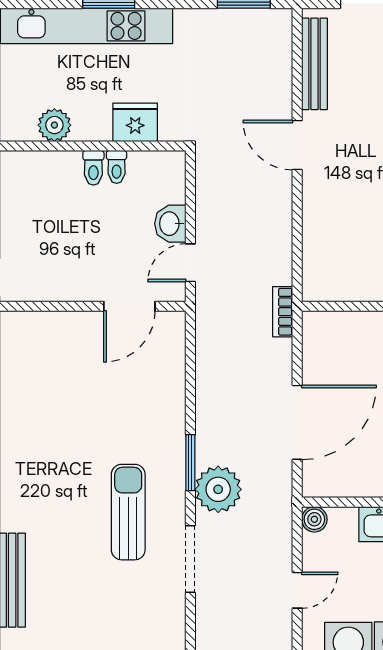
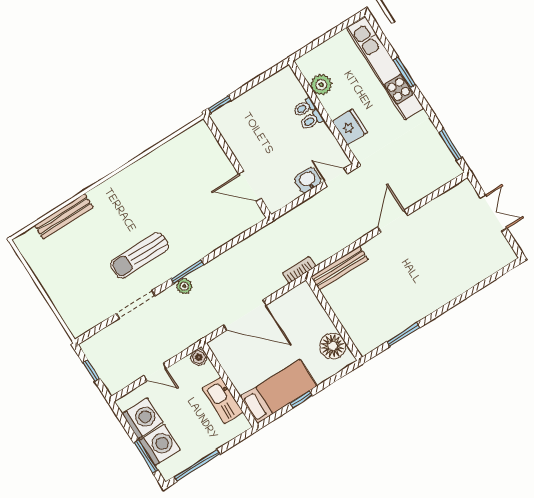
bench: (314, 64) -> (339, 268), moved
toilet: (117, 167) -> (304, 107), moved
door: (190, 263) -> (336, 177), moved
plant: (218, 489) -> (184, 286), width x0.53, depth x0.53
sun lounger: (128, 512) -> (140, 255), turned 180

